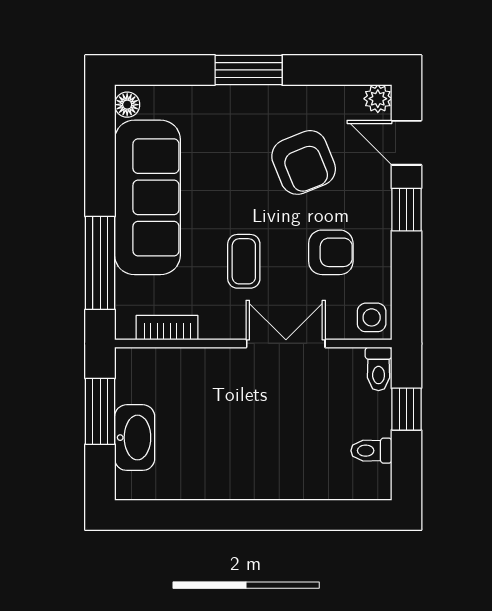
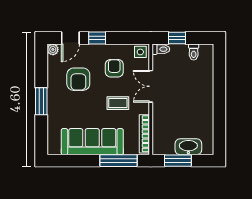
floor lamp: (127, 105) -> (55, 150), removed
armchair: (304, 162) -> (78, 79), turned 112
bookcase: (167, 328) -> (144, 134), width x1.56

